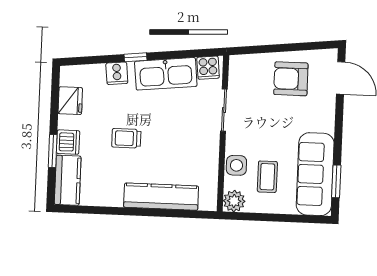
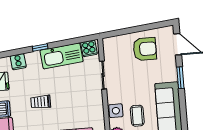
cooker: (117, 73) -> (18, 62), moved
armchair: (291, 79) -> (145, 49), turned 180
window: (336, 181) -> (180, 78), moved

